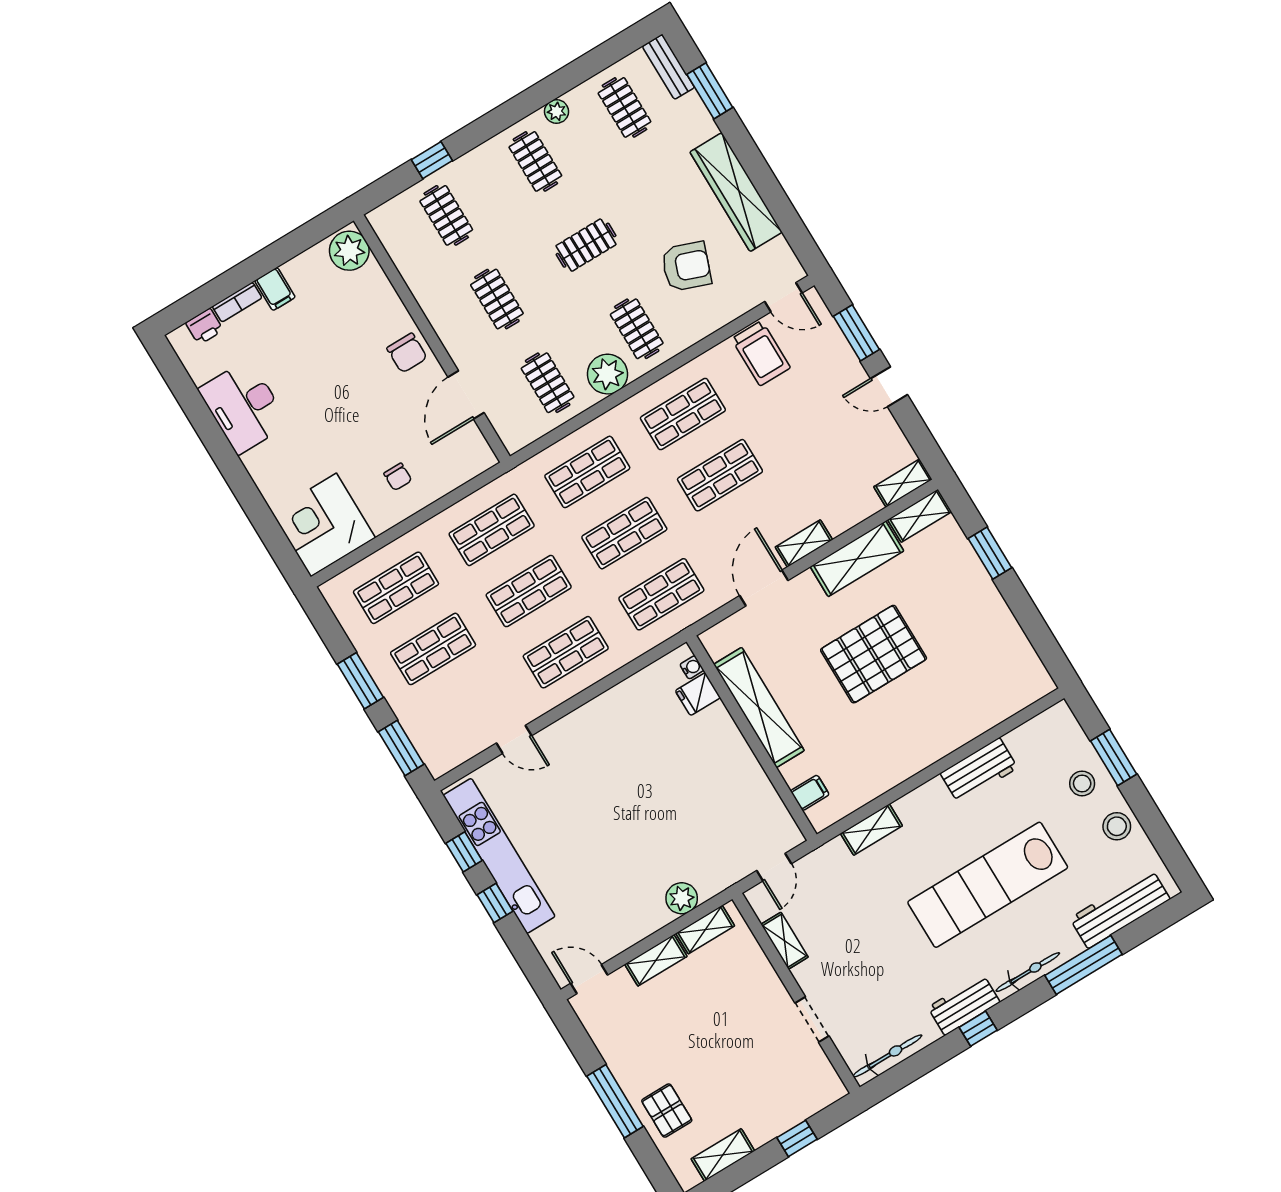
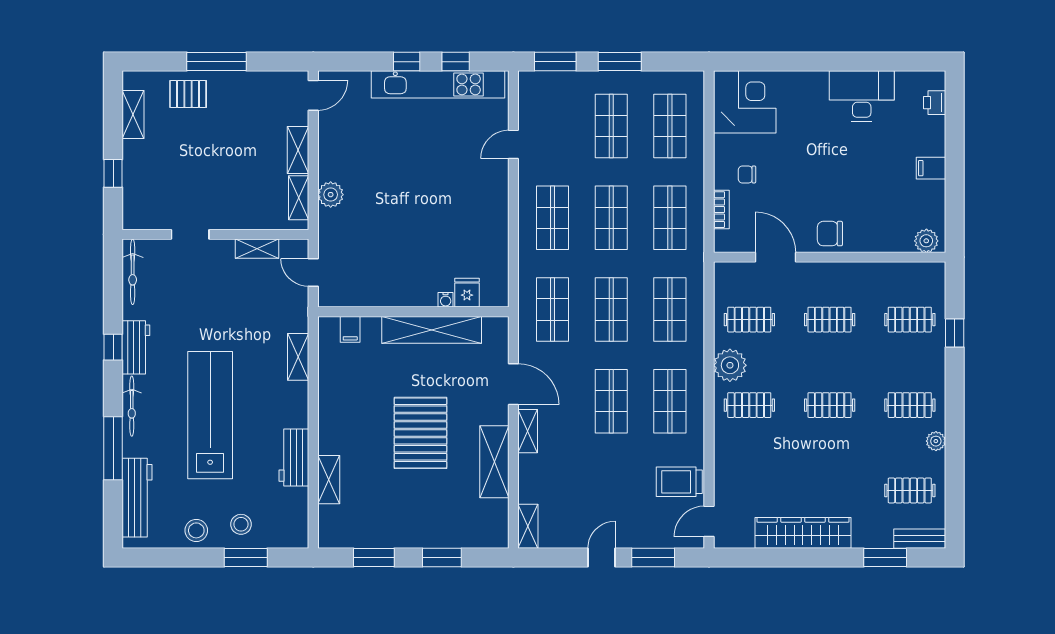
clothes rail: (586, 245) -> (830, 405), turned 90
plant: (349, 251) -> (926, 241), width x0.73, depth x0.73
armchair: (686, 266) -> (772, 466), removed
bookcase: (237, 302) -> (721, 210), moved, turned 180
shelving: (920, 516) -> (329, 480), moved
window: (1033, 624) -> (374, 557), added
water cooler: (692, 667) -> (446, 300), moved

